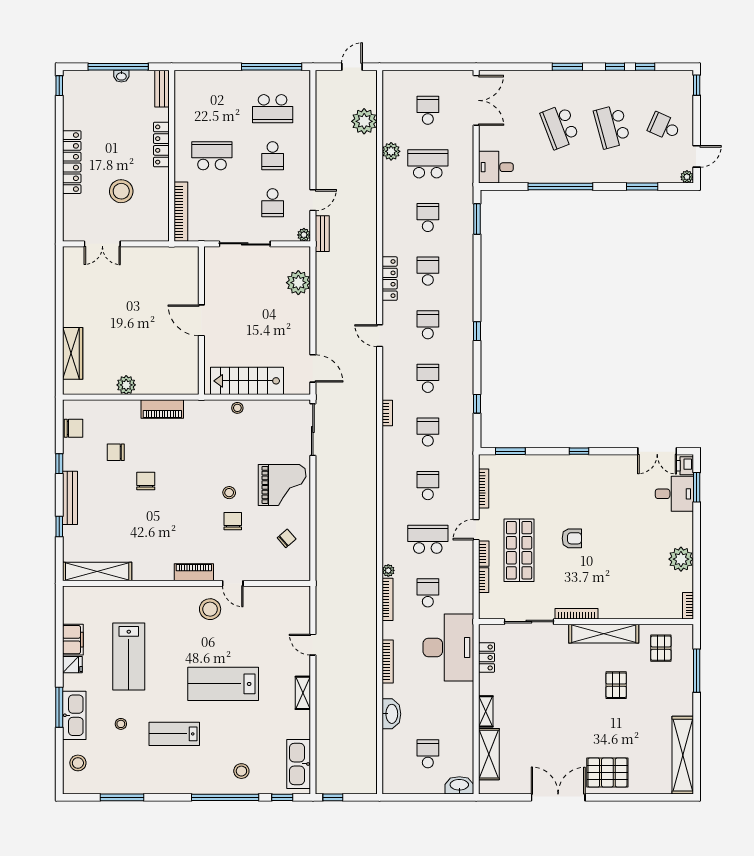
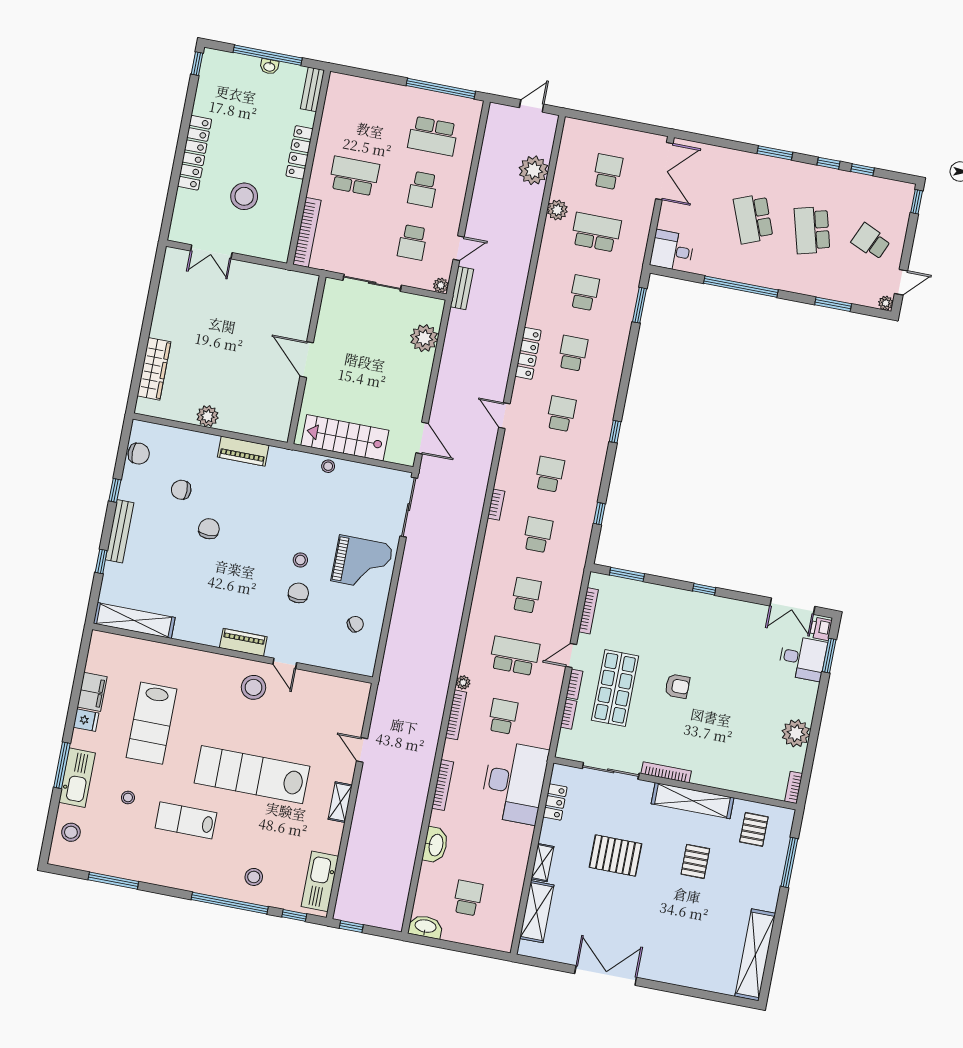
lab bench: (223, 684) -> (252, 775), width x1.36
pallet: (607, 773) -> (615, 856), moved
washbasin: (459, 785) -> (425, 927), moved

